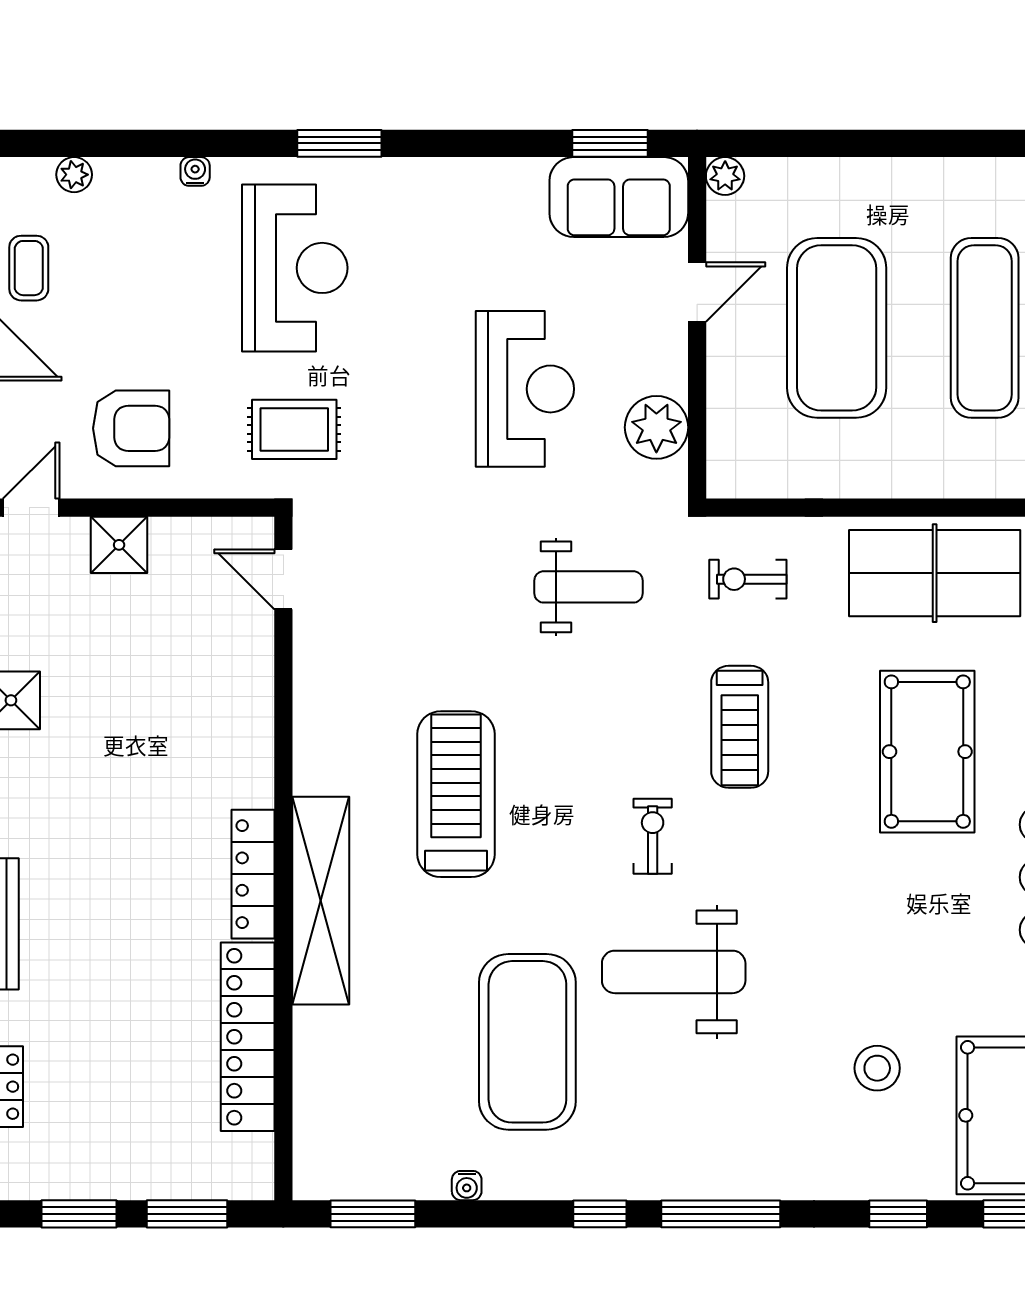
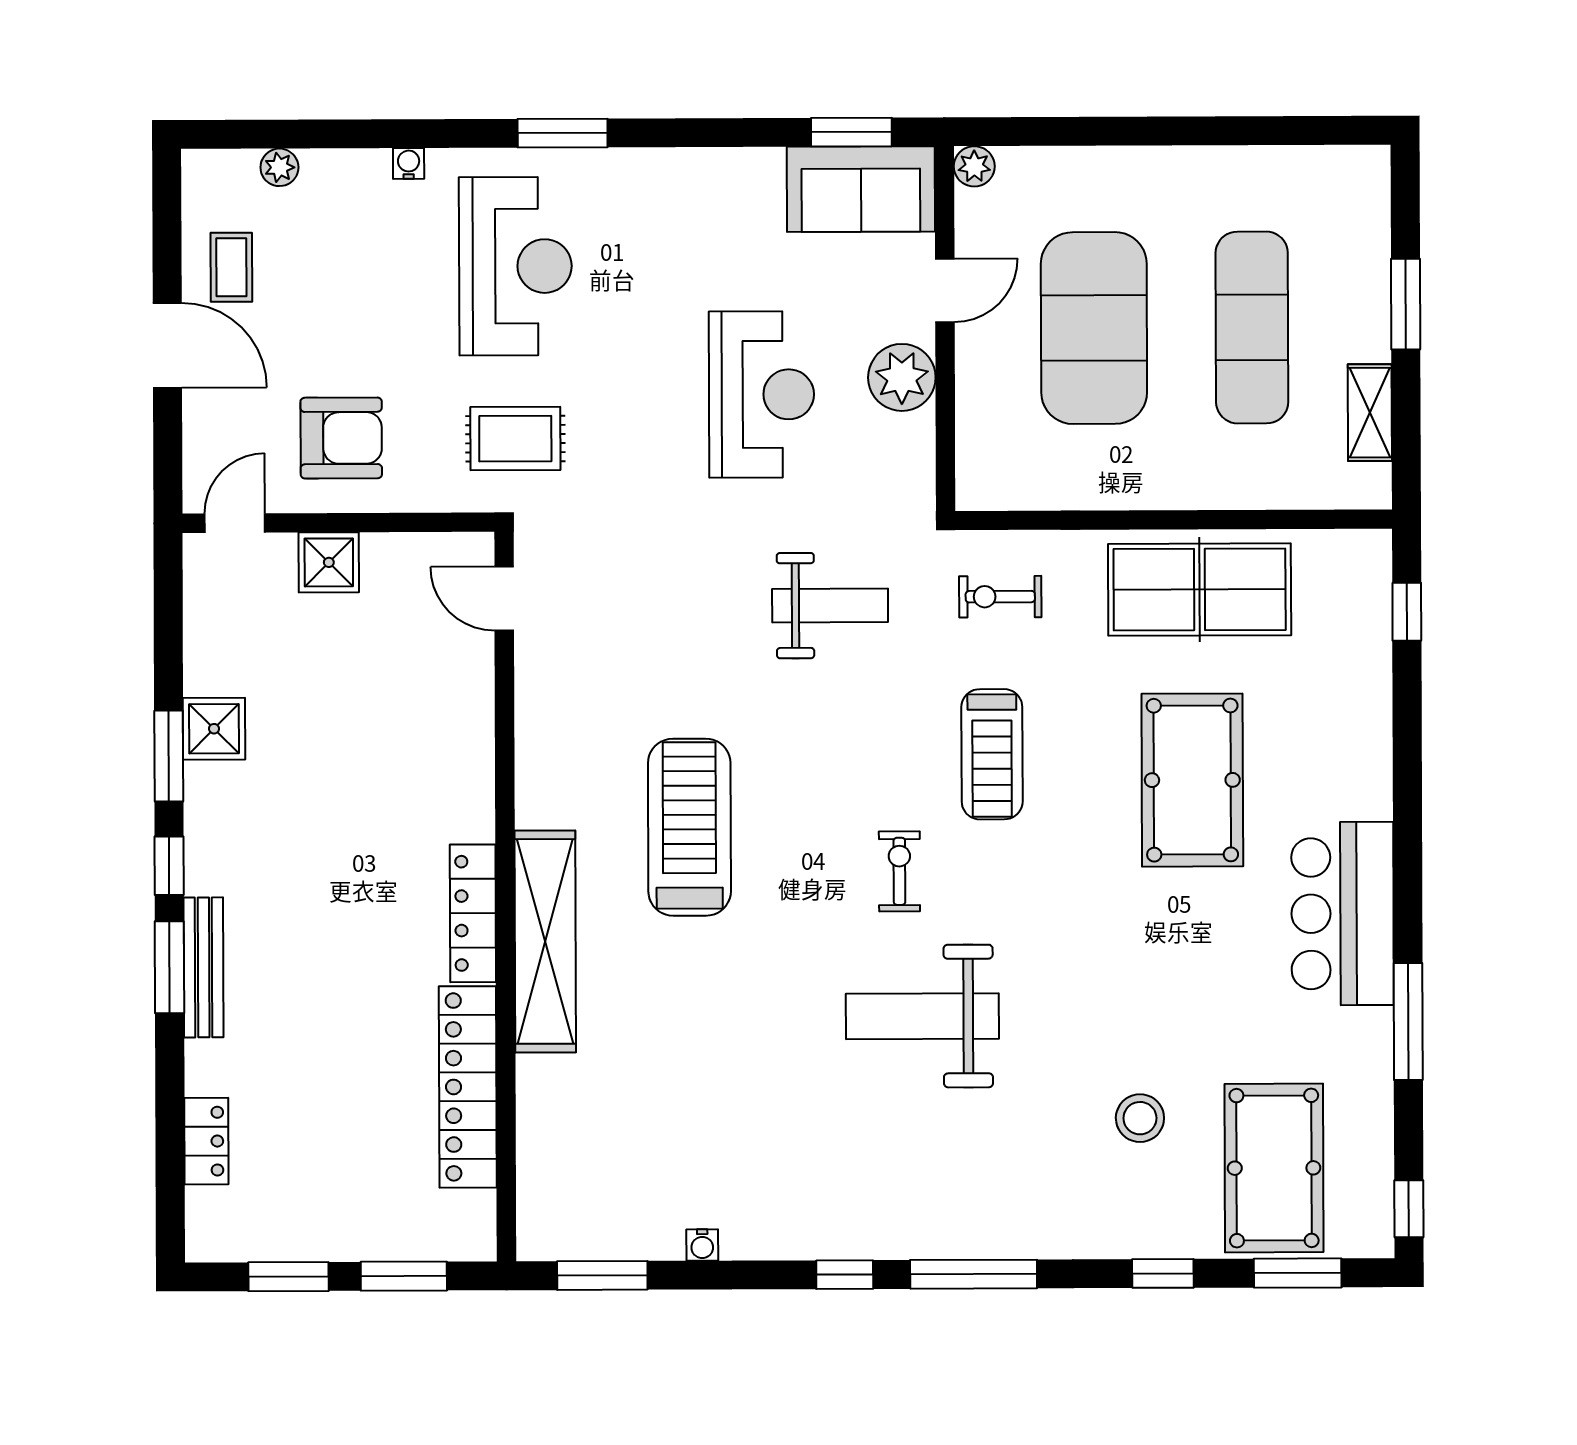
plant: (656, 427) -> (902, 377), moved
exercise mat: (527, 1042) -> (767, 1091), removed

